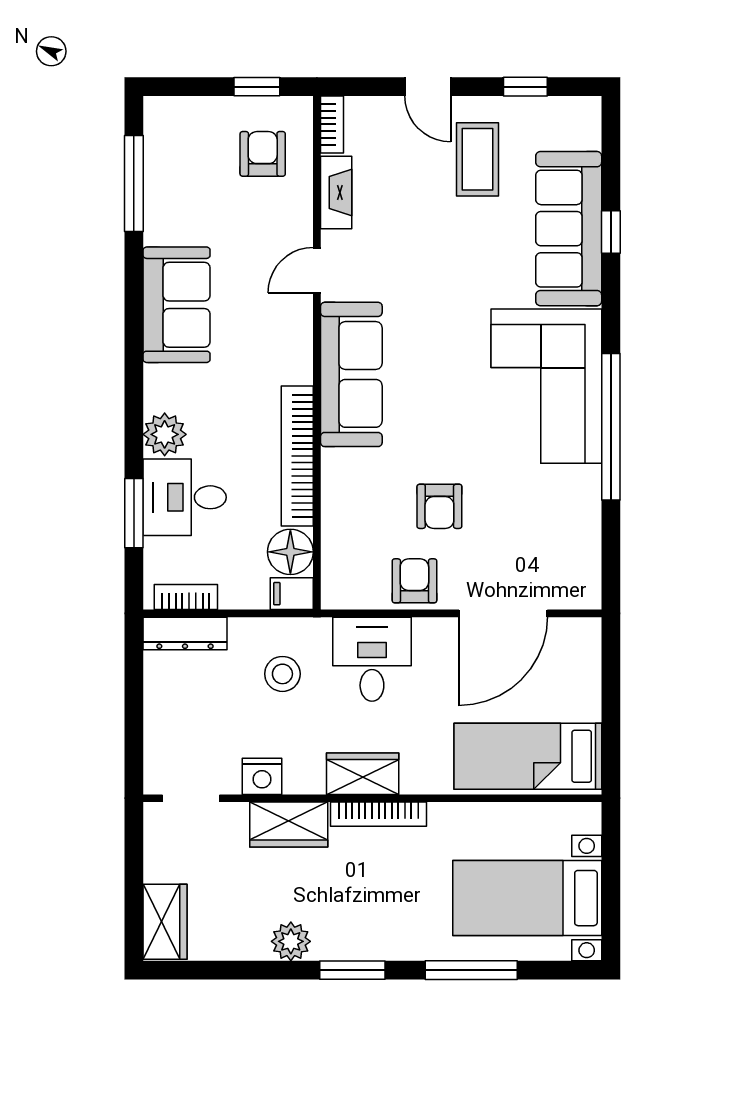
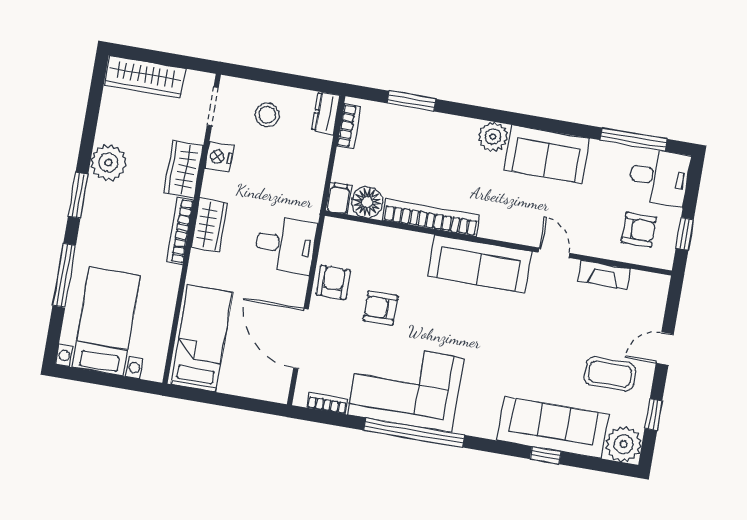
plant: (575, 122) -> (624, 444), added
bookcase: (332, 124) -> (327, 403), moved, turned 180
corner sofa: (546, 386) -> (406, 386), moved
plant: (165, 434) -> (493, 137), moved
desk: (185, 497) -> (659, 177), moved, turned 90
armchair: (414, 581) -> (333, 282), turned -90
dresser: (185, 633) -> (326, 113), width x0.70
stool: (282, 674) -> (267, 115), moved
wardrobe: (165, 922) -> (145, 77), width x1.50
plant: (291, 941) -> (108, 163), width x1.36, depth x1.36

